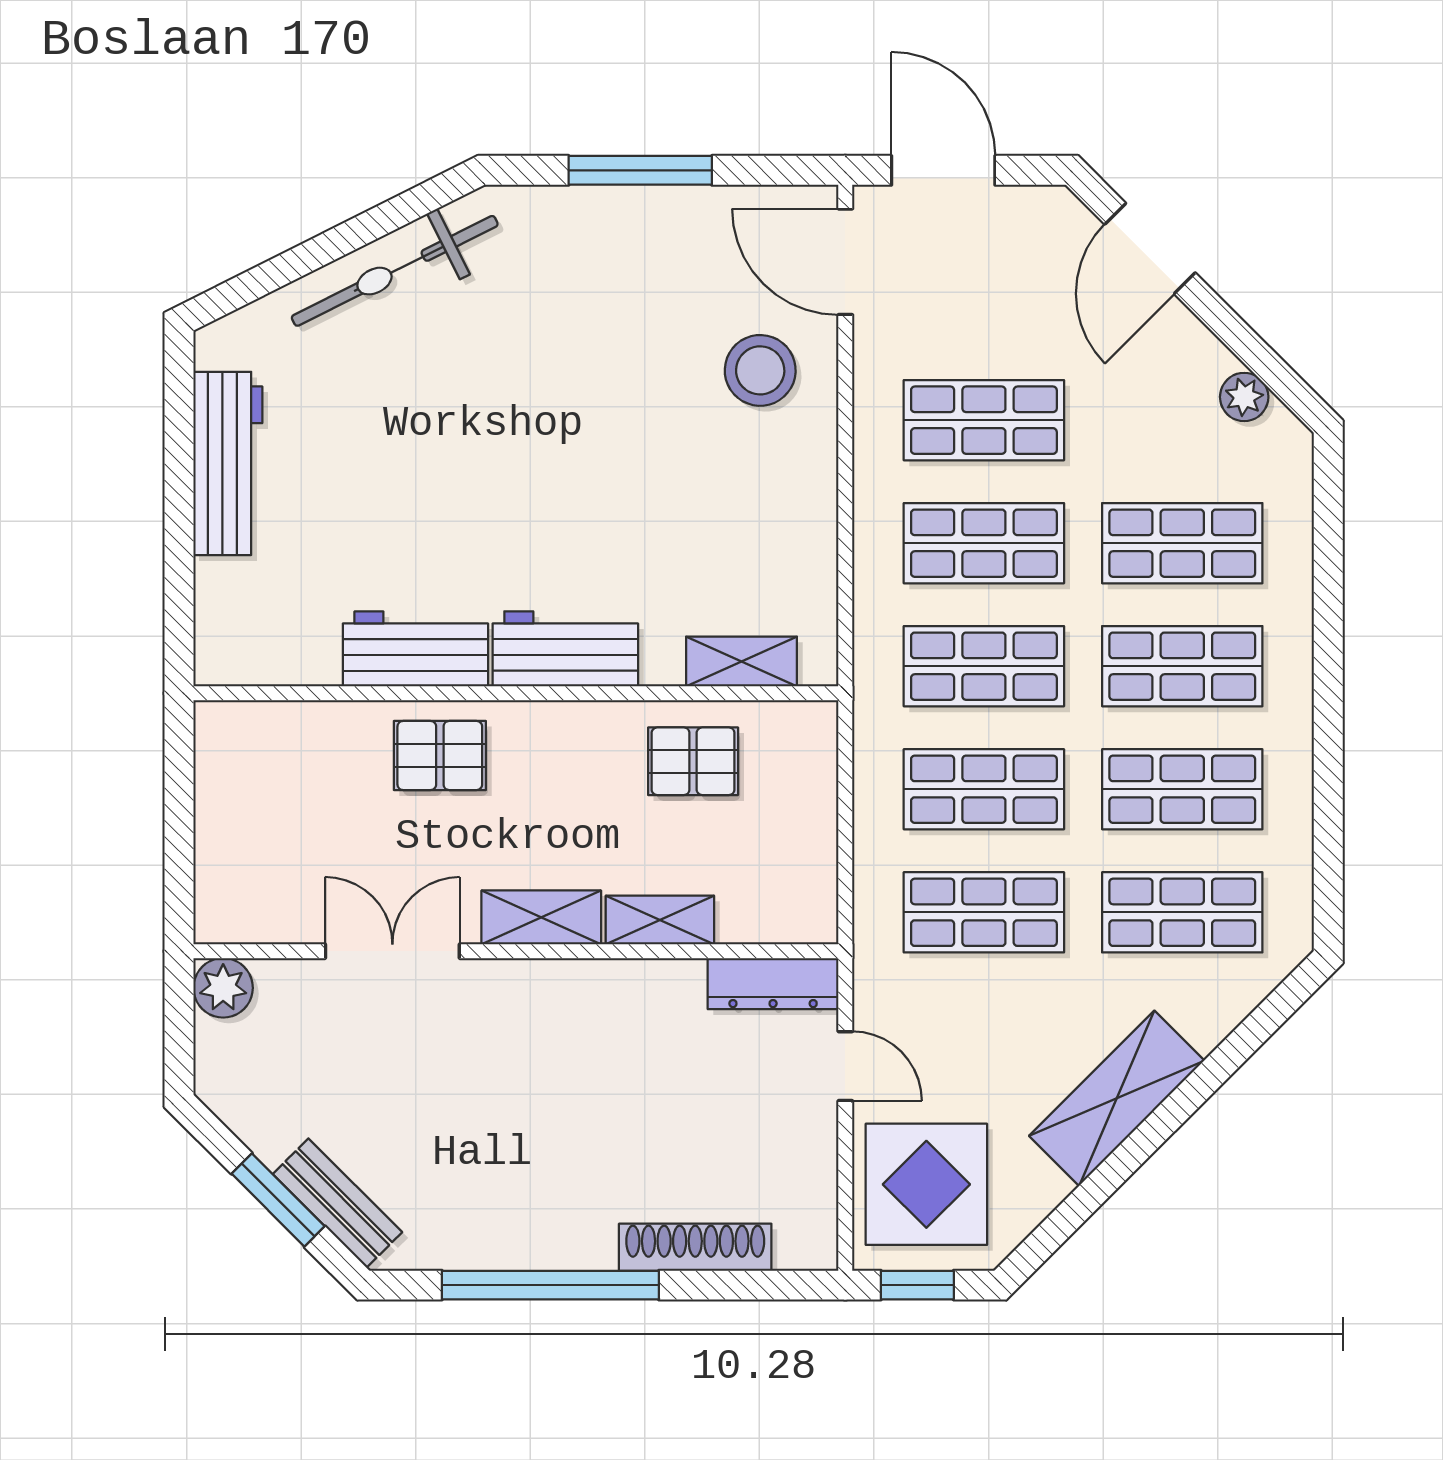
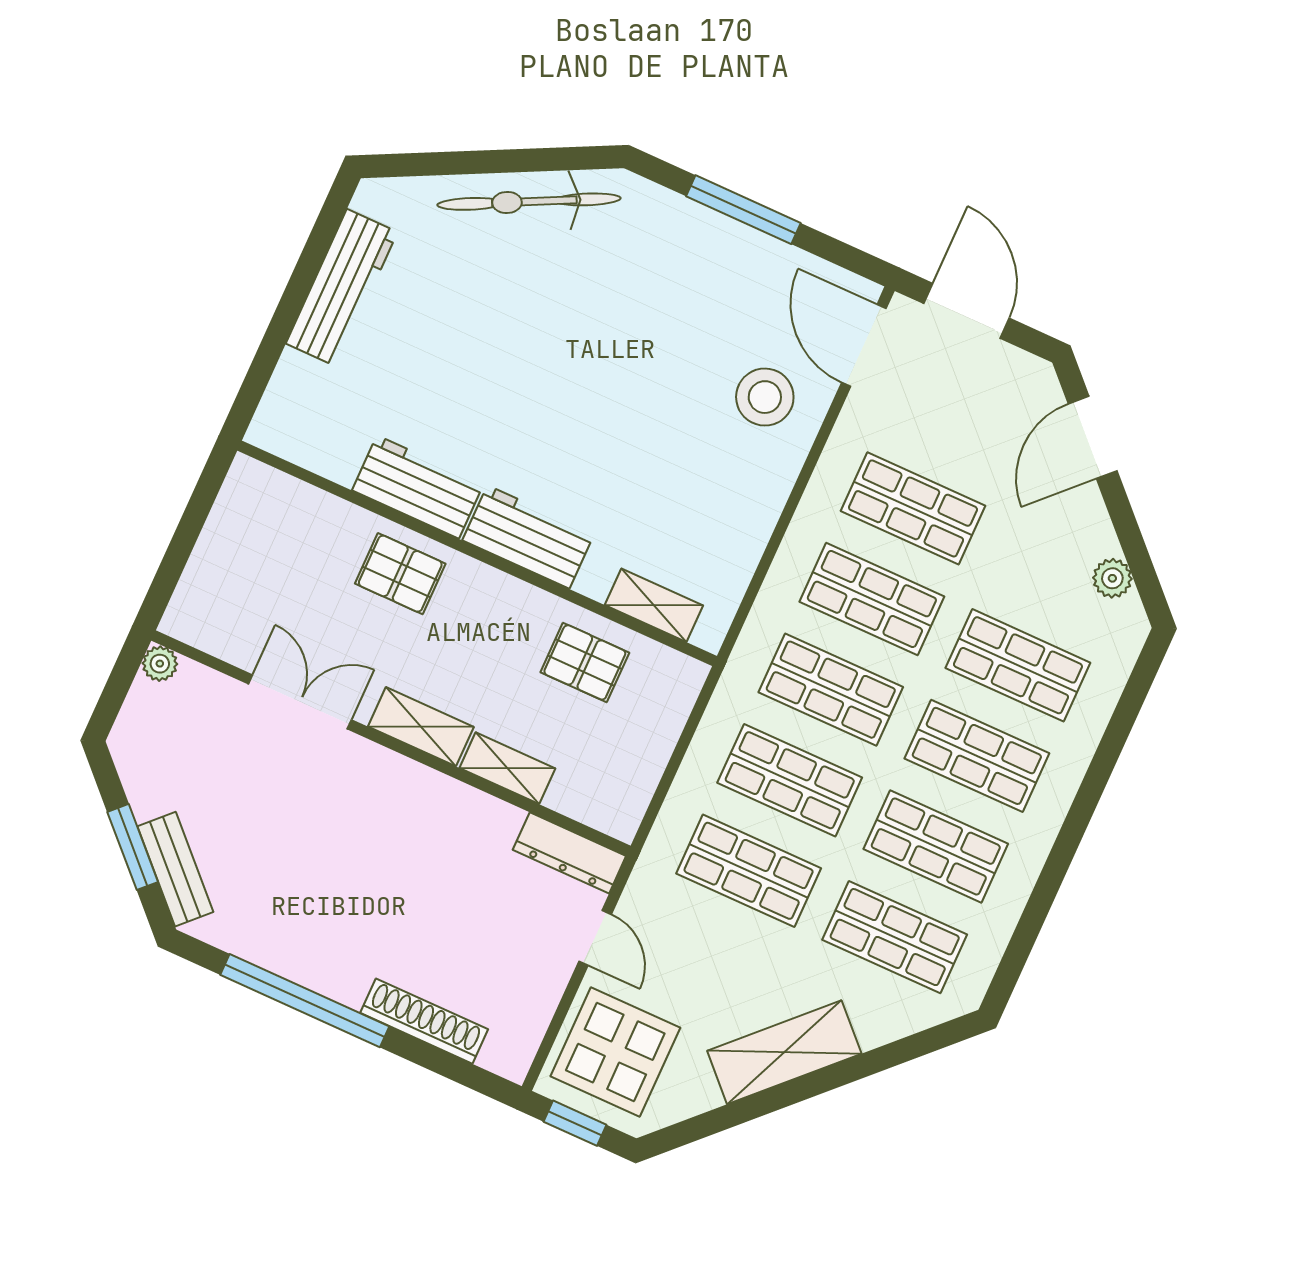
plant: (223, 988) -> (160, 664), width x0.73, depth x0.73

